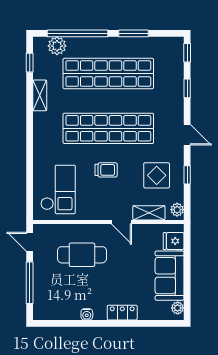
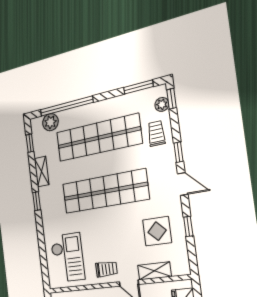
window: (133, 33) -> (138, 87), moved
trolley: (168, 82) -> (156, 133), added
window: (187, 88) -> (179, 152), moved
window: (30, 126) -> (37, 201), added
trolley: (106, 170) -> (106, 269), moved
plant: (177, 210) -> (162, 104), moved

